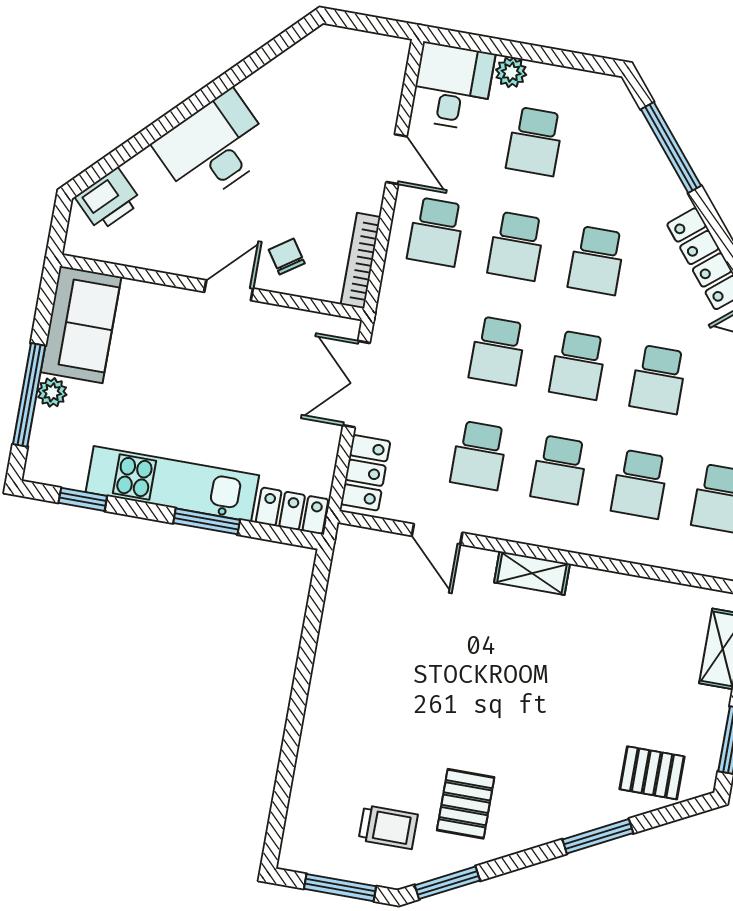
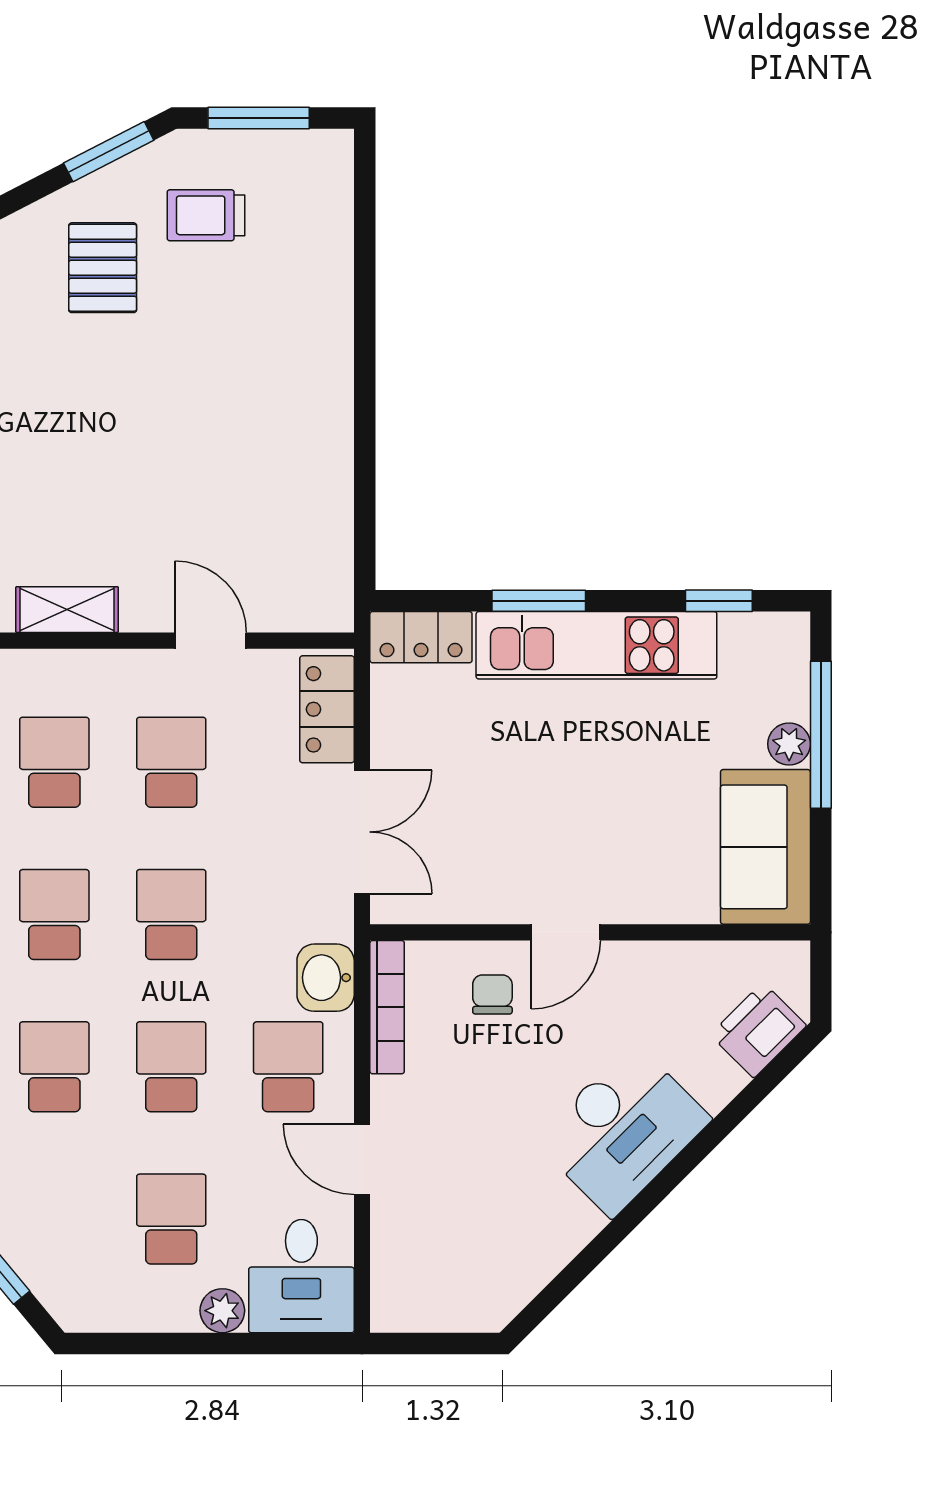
chair: (287, 257) -> (492, 994), turned -146
washbasin: (399, 288) -> (326, 978), added

